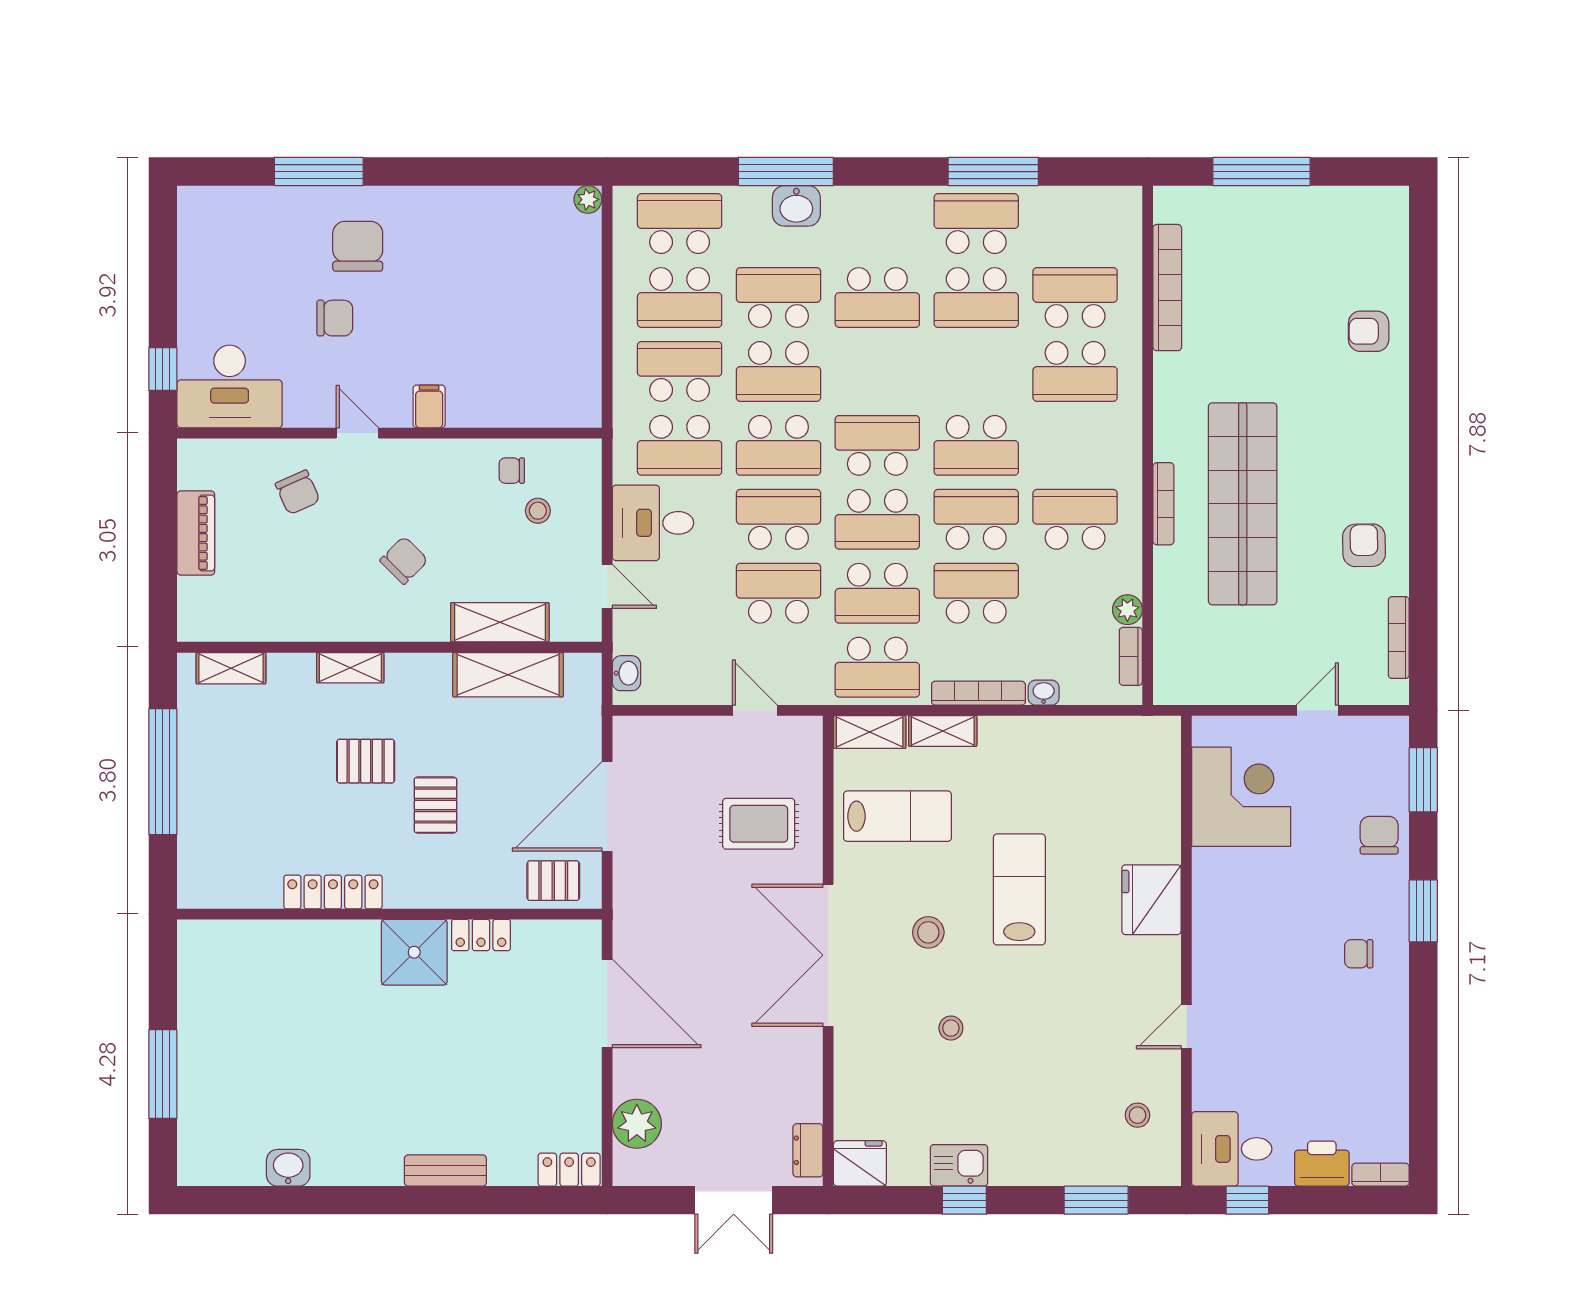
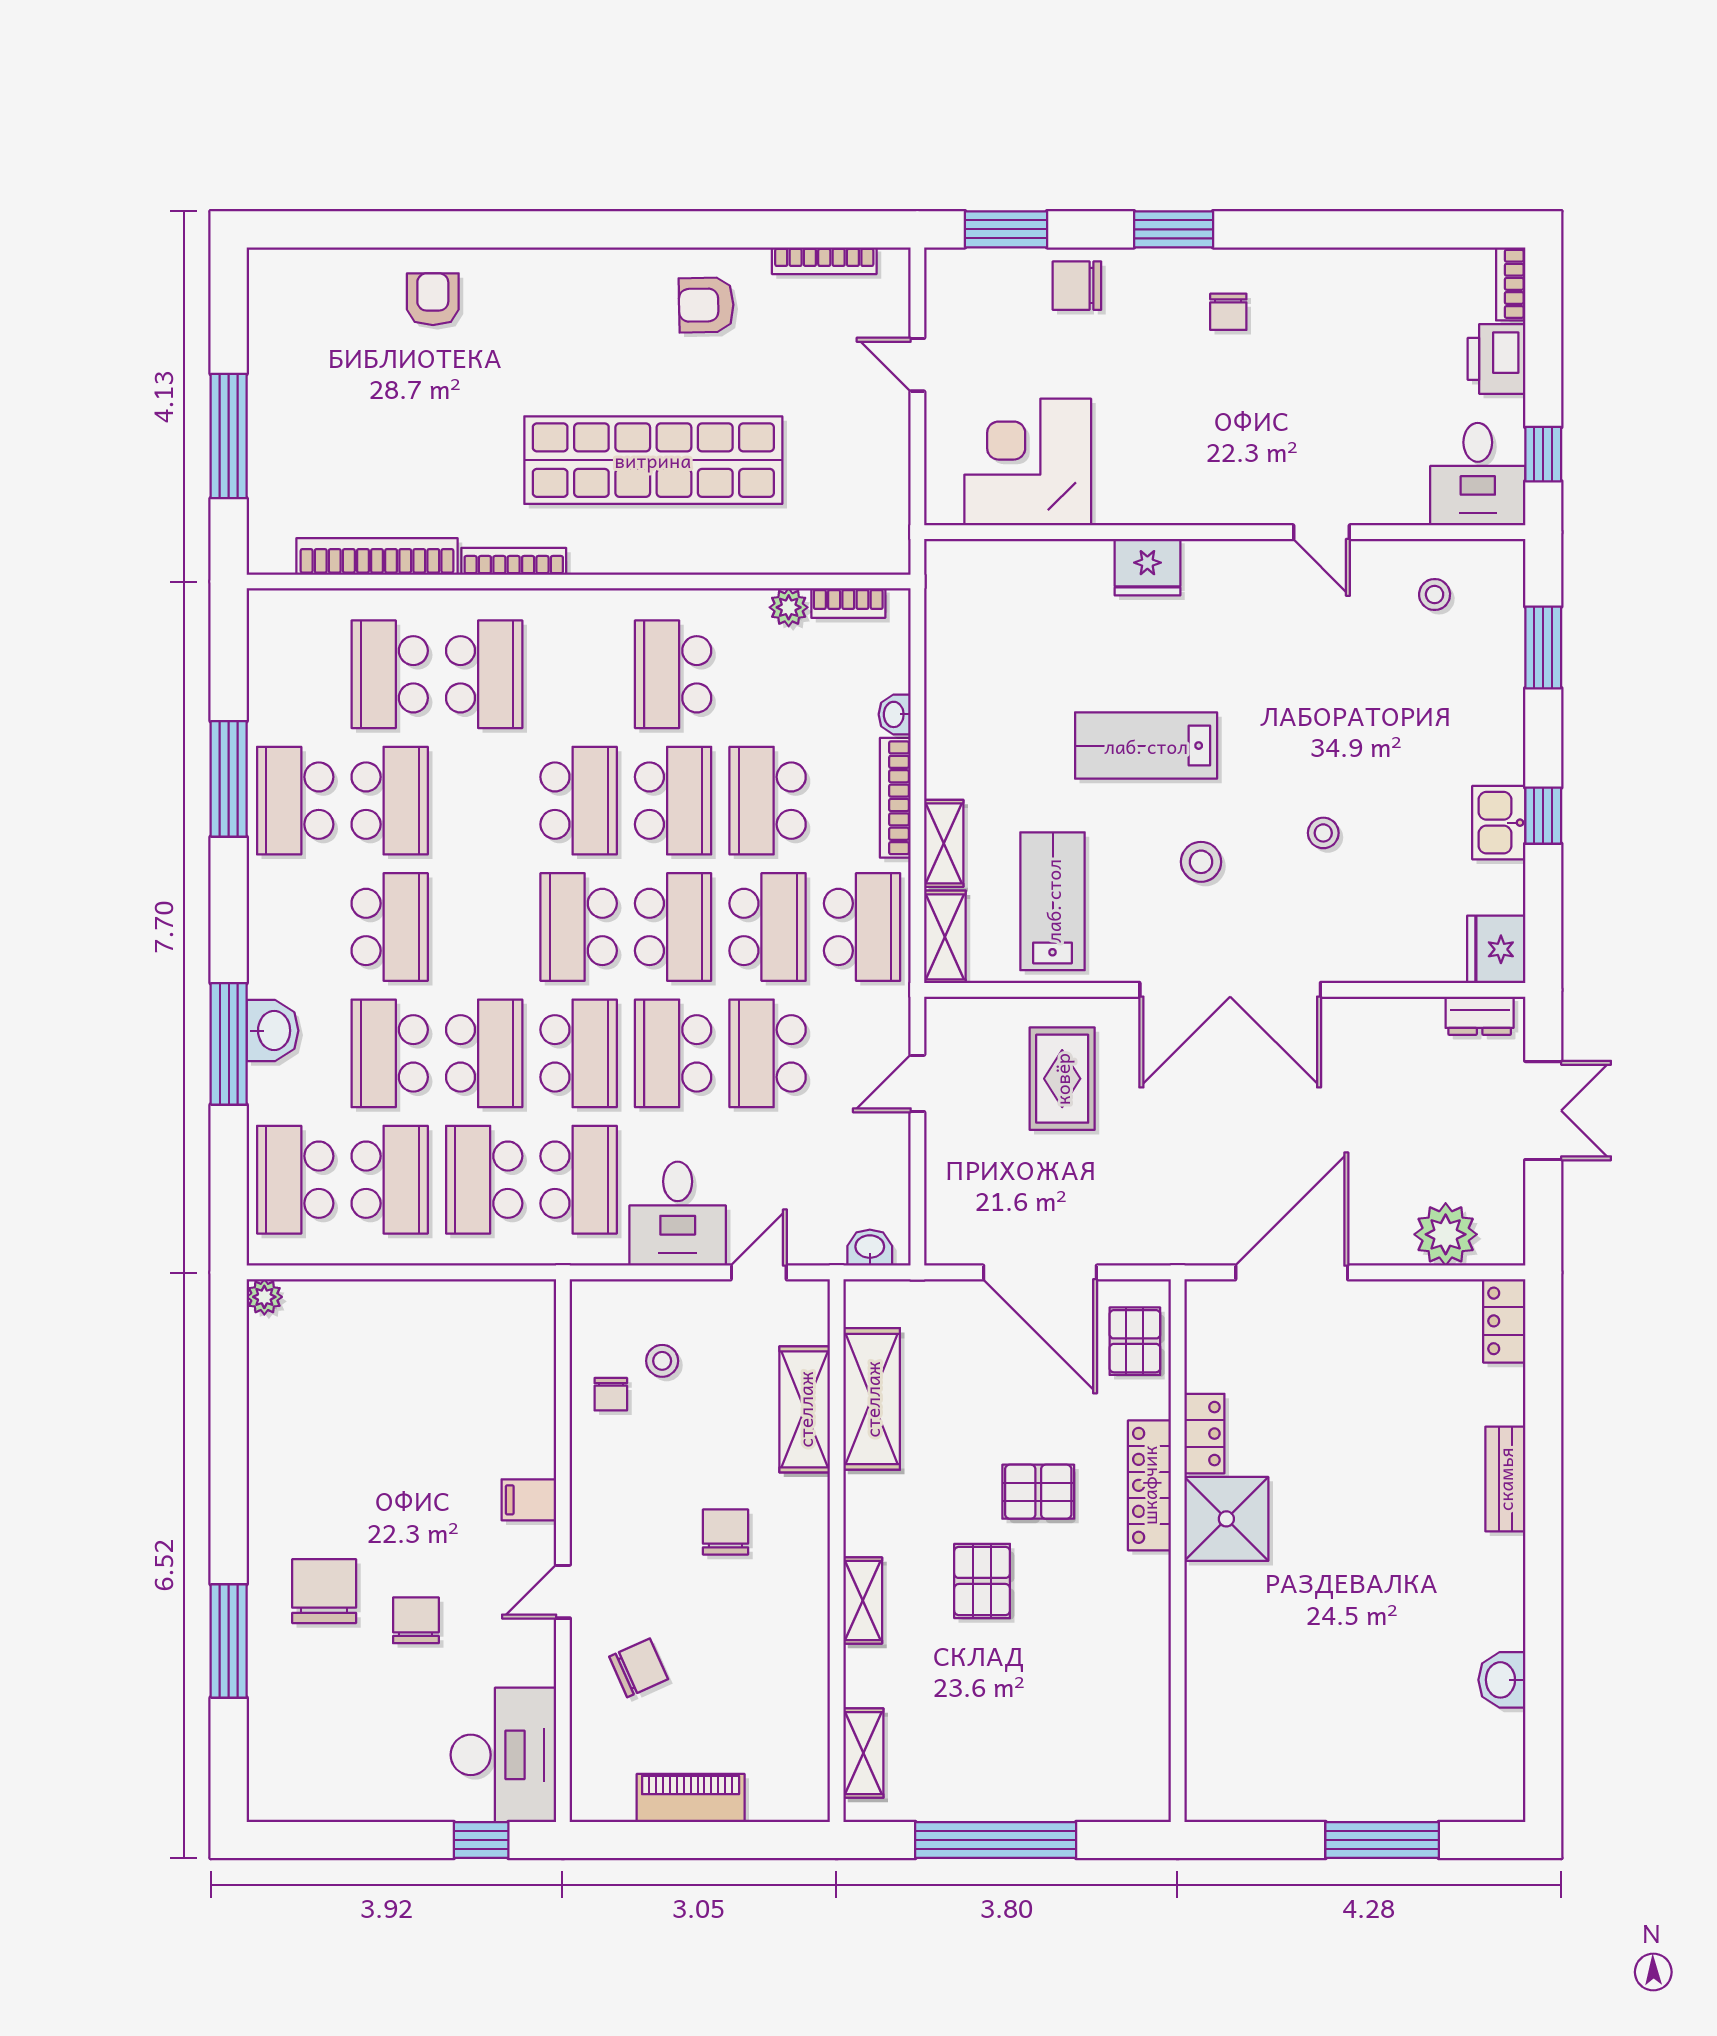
chair: (358, 246) -> (324, 1591), turned 90
armchair: (1369, 331) -> (433, 299), turned 180
bookcase: (1163, 504) -> (514, 561), moved
school desk: (976, 519) -> (673, 801), turned 180
chair: (404, 560) -> (726, 1532), turned 45
locker: (333, 892) -> (1149, 1485), moved
fridge: (1151, 900) -> (1147, 567), width x0.73, depth x0.75

